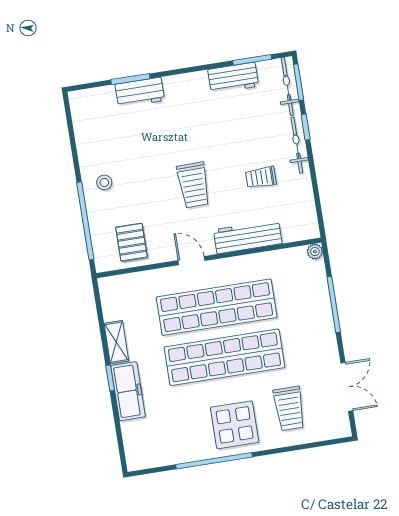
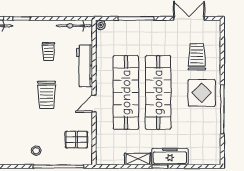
bicycle: (297, 145) -> (74, 26), moved
trolley: (193, 185) -> (47, 95), turned 91
trolley: (289, 408) -> (197, 57), turned -90

